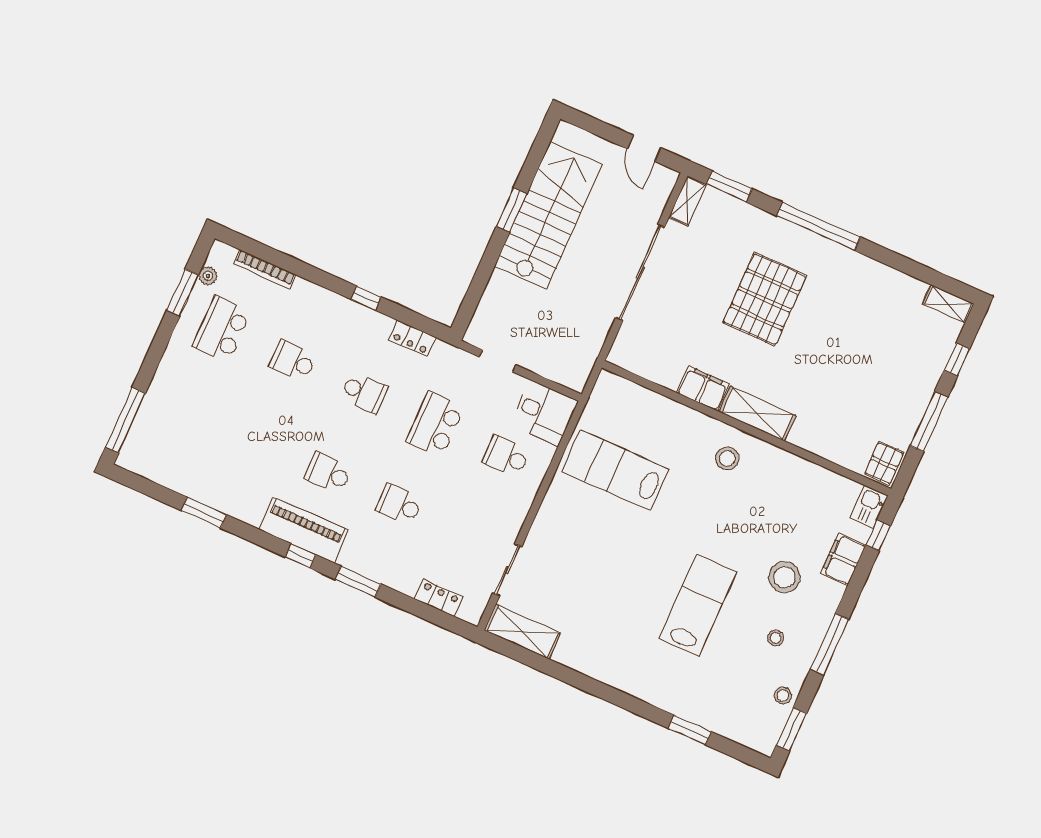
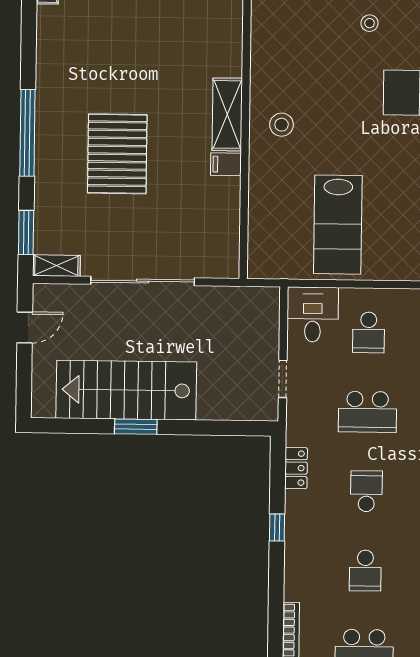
pallet: (765, 299) -> (117, 154), turned 90
filing cabinet: (703, 389) -> (226, 164), width x0.50
stool: (784, 577) -> (370, 23), width x0.53, depth x0.53

